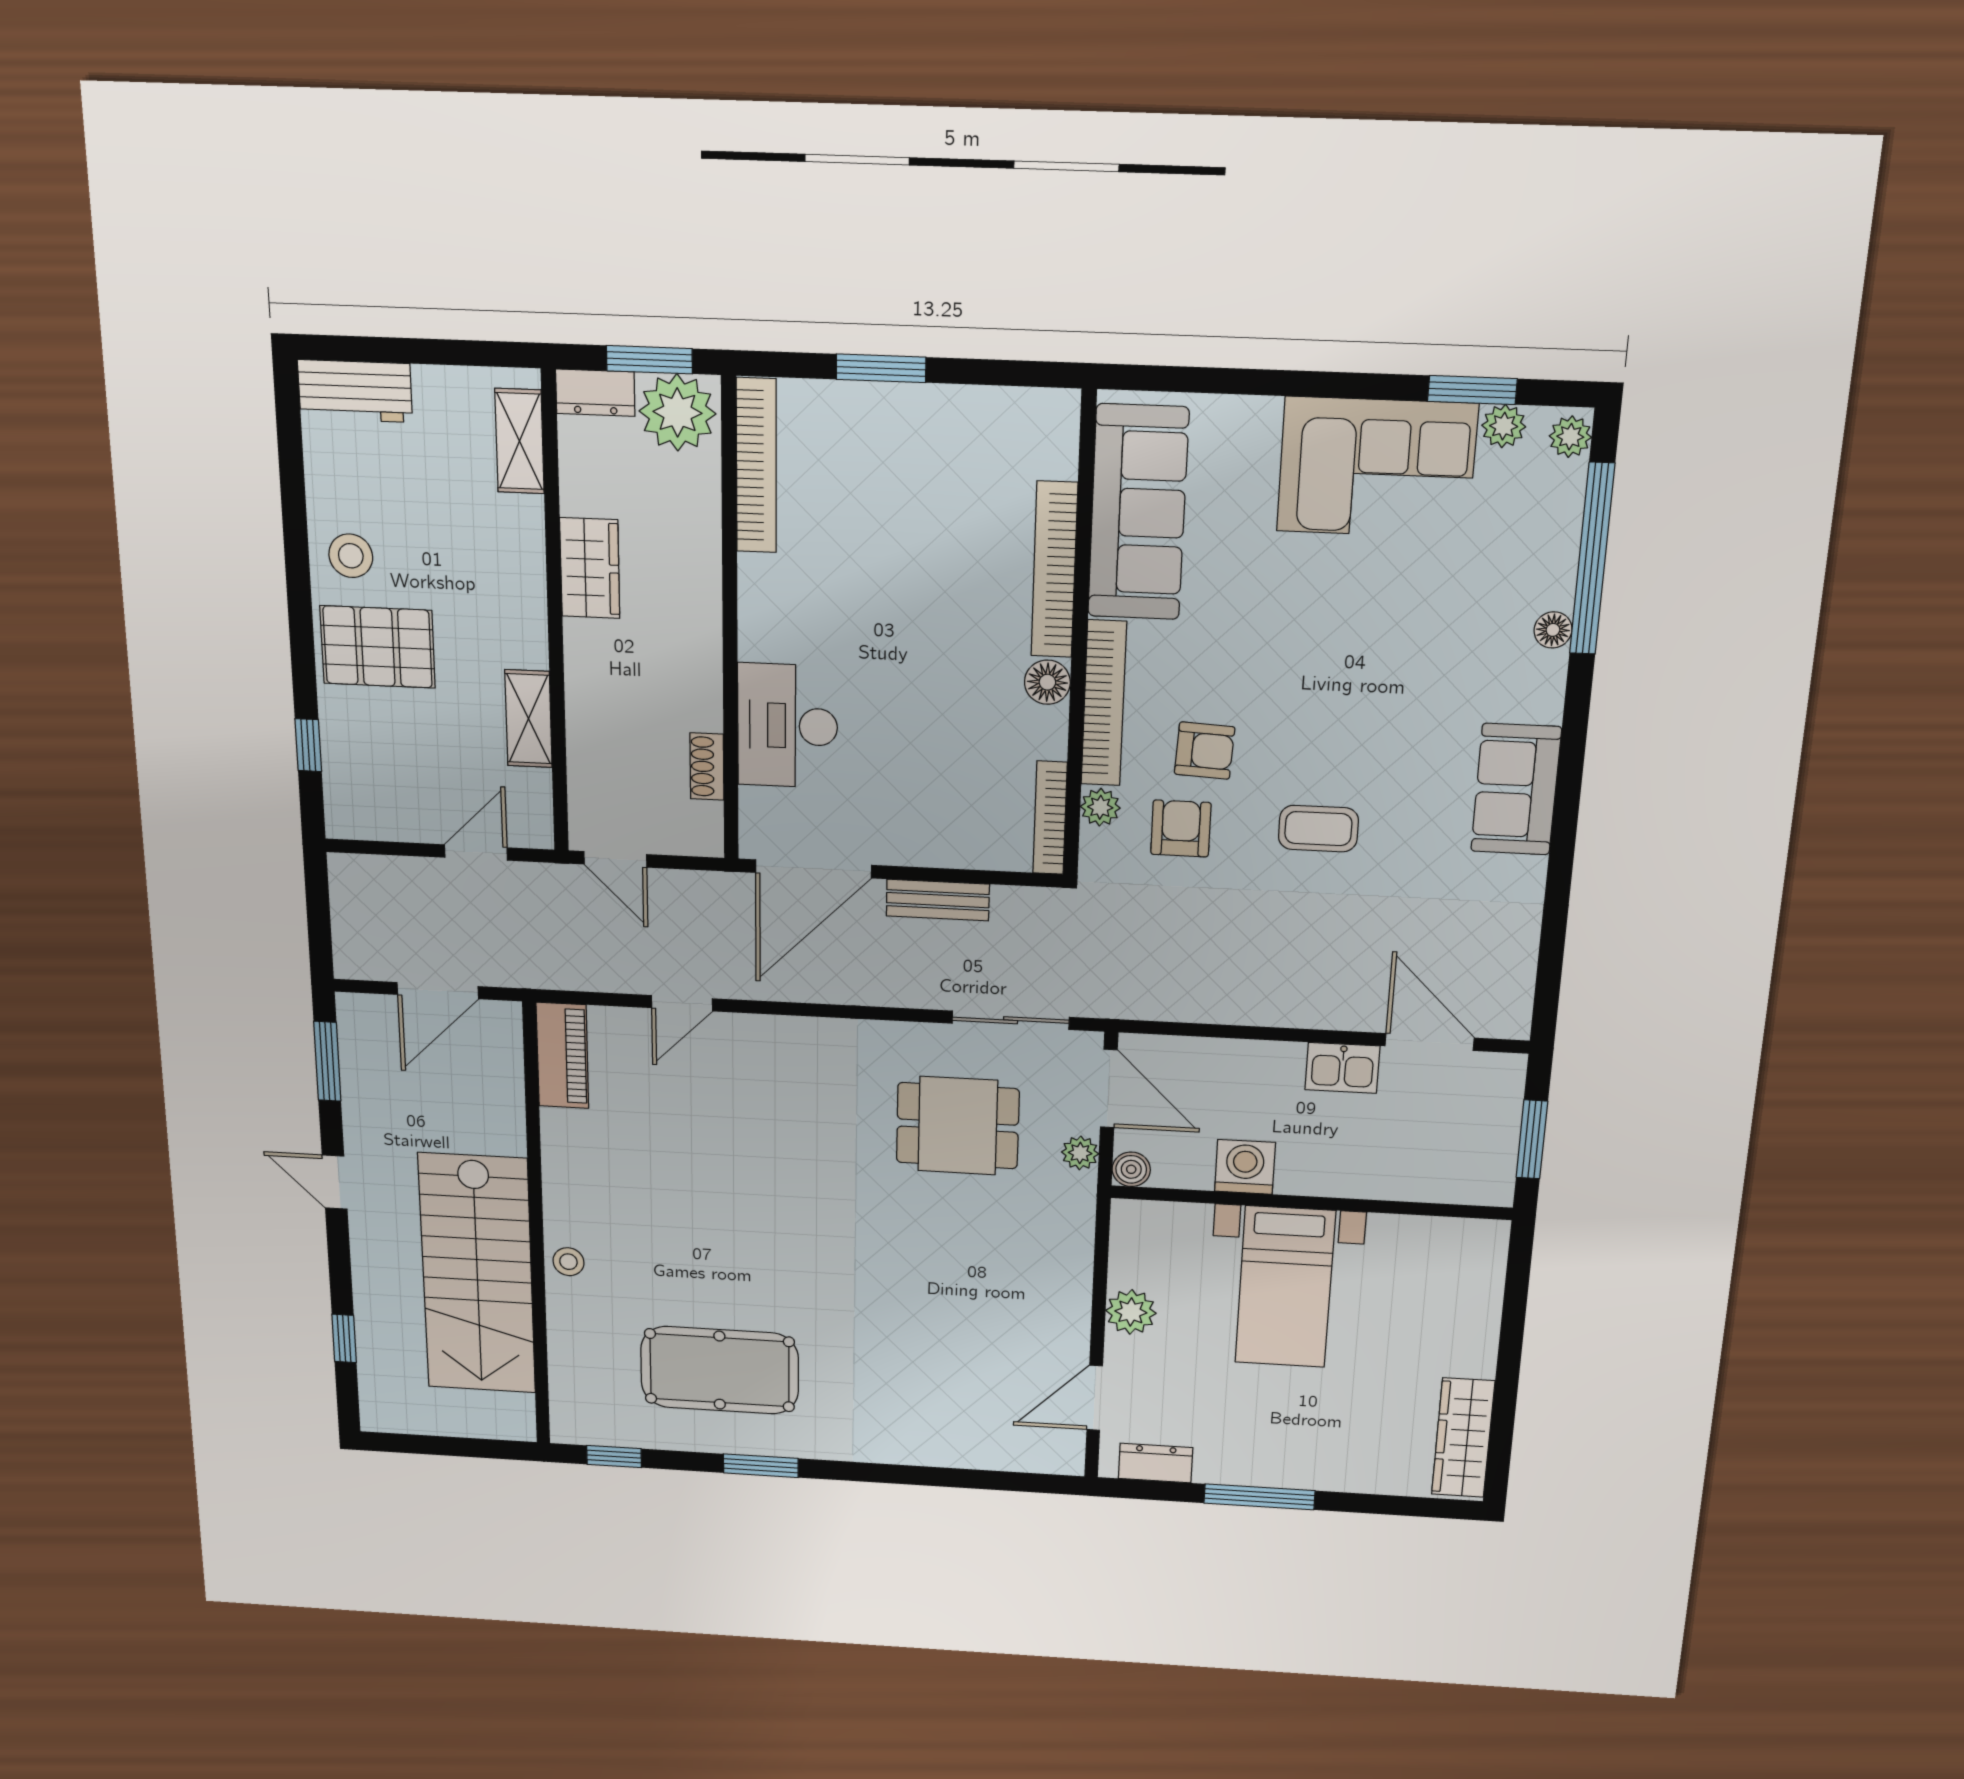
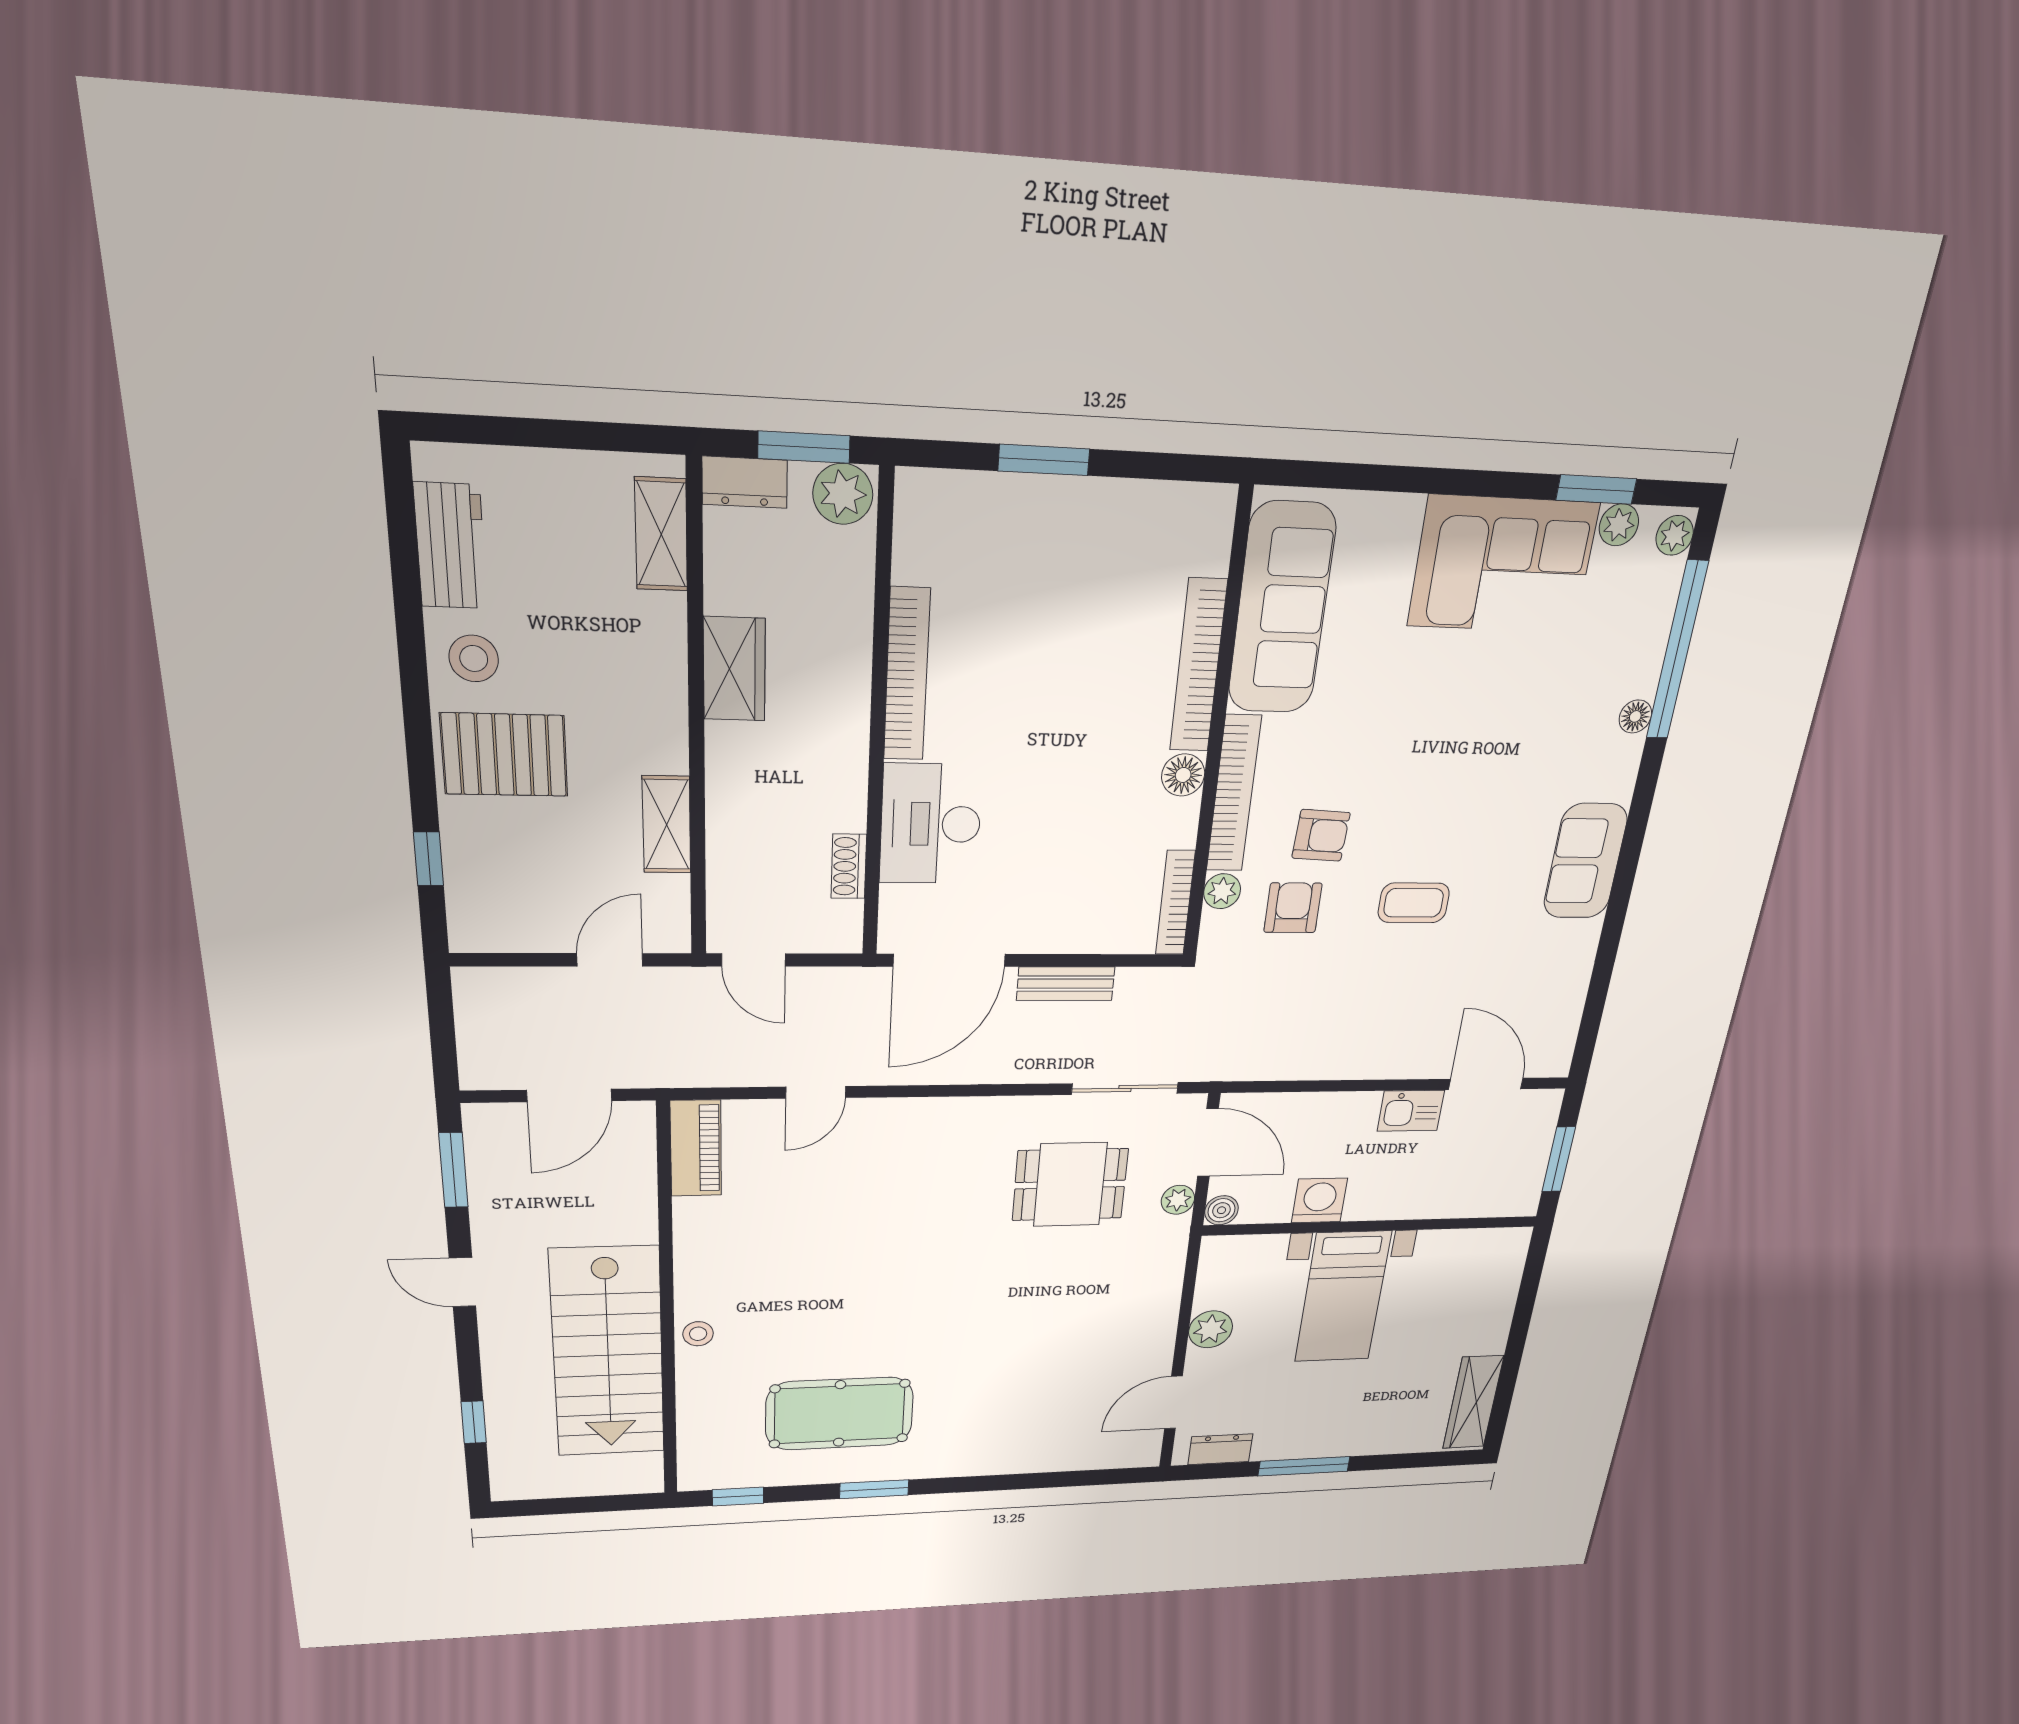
workbench: (355, 391) -> (450, 546), moved, turned -90
plant: (677, 412) -> (843, 494), width x0.73, depth x0.73
bookcase: (756, 466) -> (907, 675), moved

